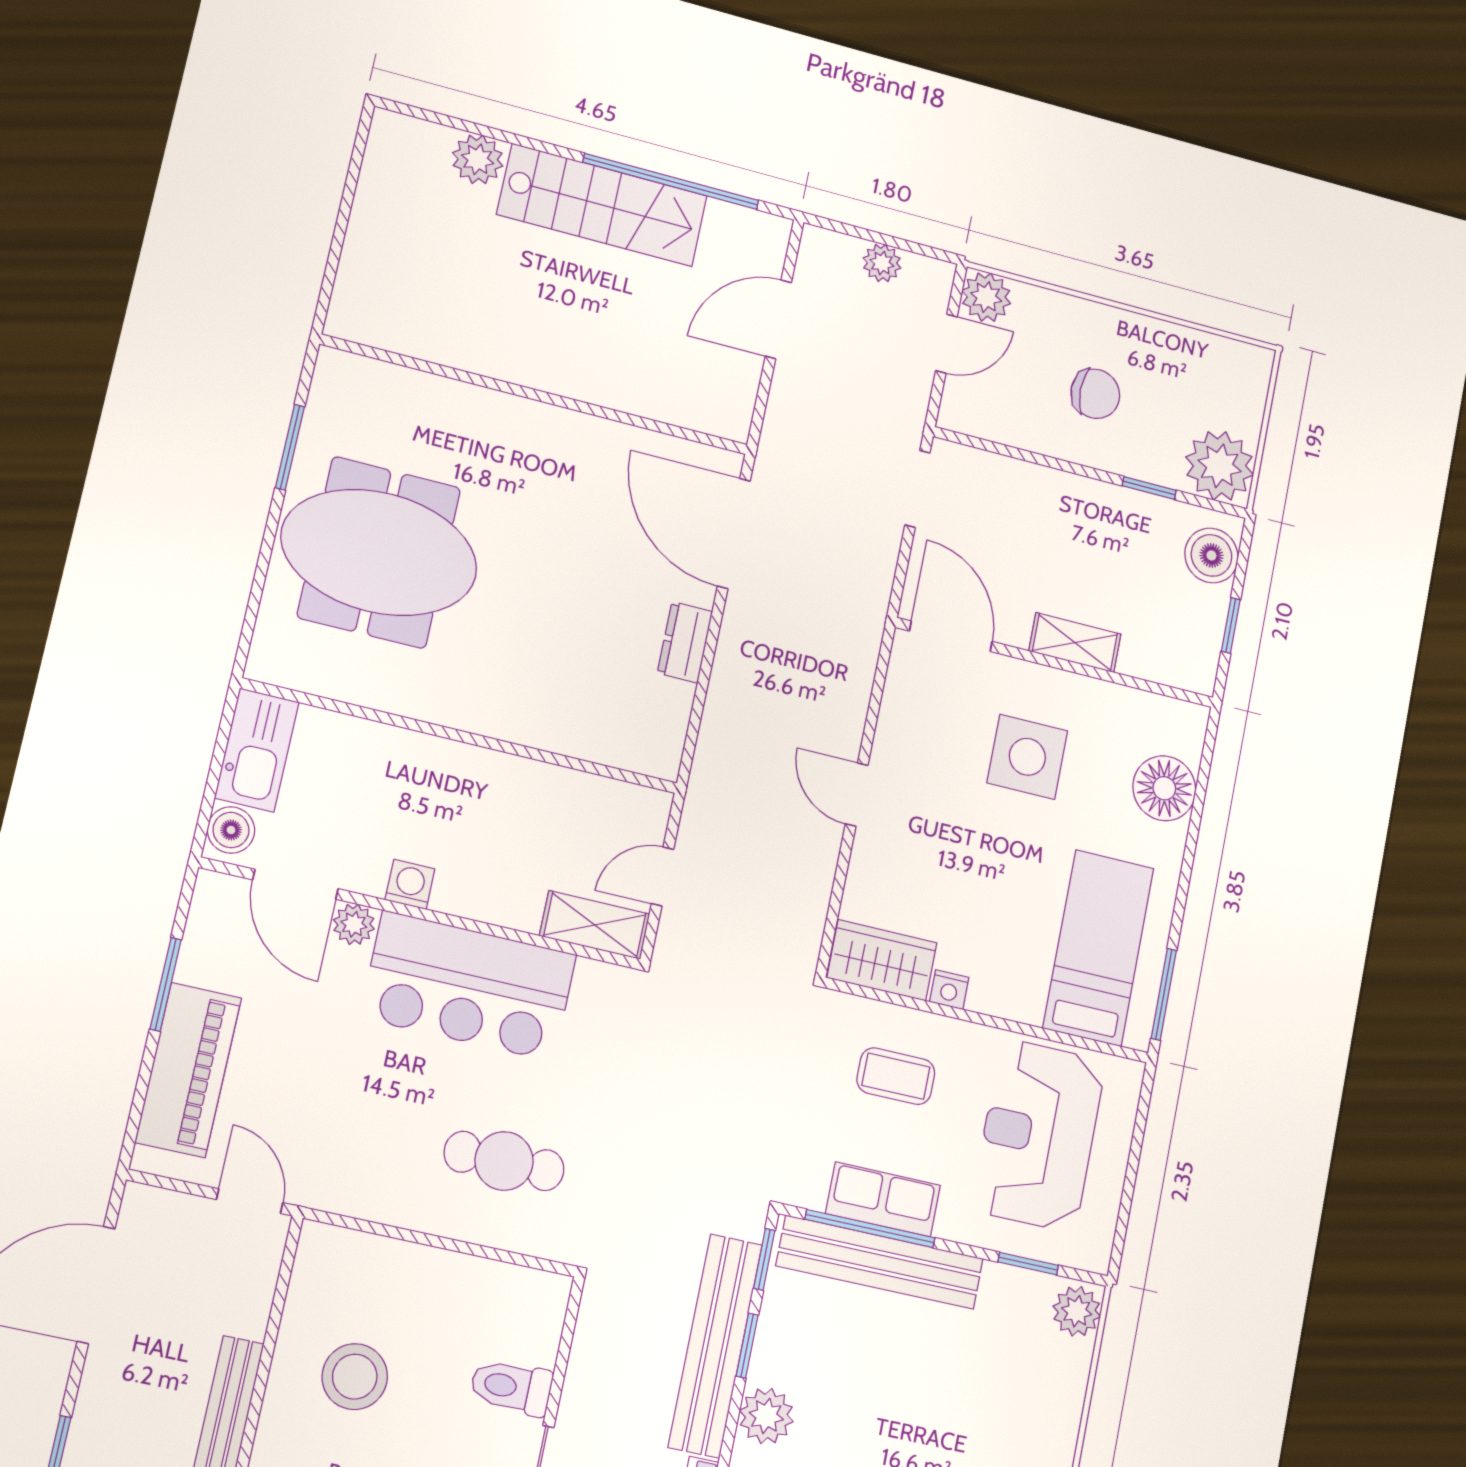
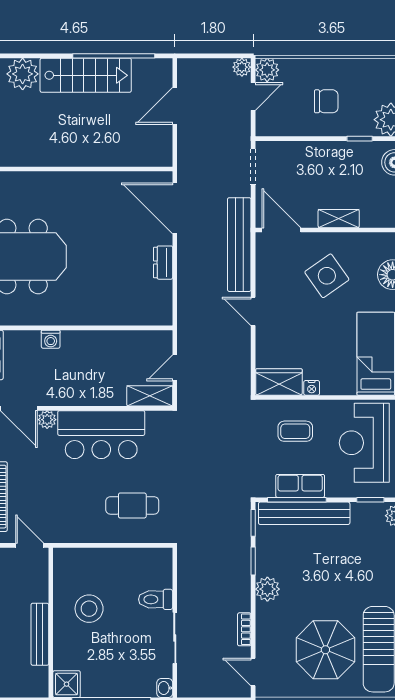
plant: (478, 159) -> (23, 74), width x1.36, depth x1.36
plant: (882, 263) -> (242, 67), moved
side table: (1027, 757) -> (327, 276), turned -35
washing machine: (410, 884) -> (51, 339), moved, turned 180
bench: (715, 1346) -> (239, 245), moved

